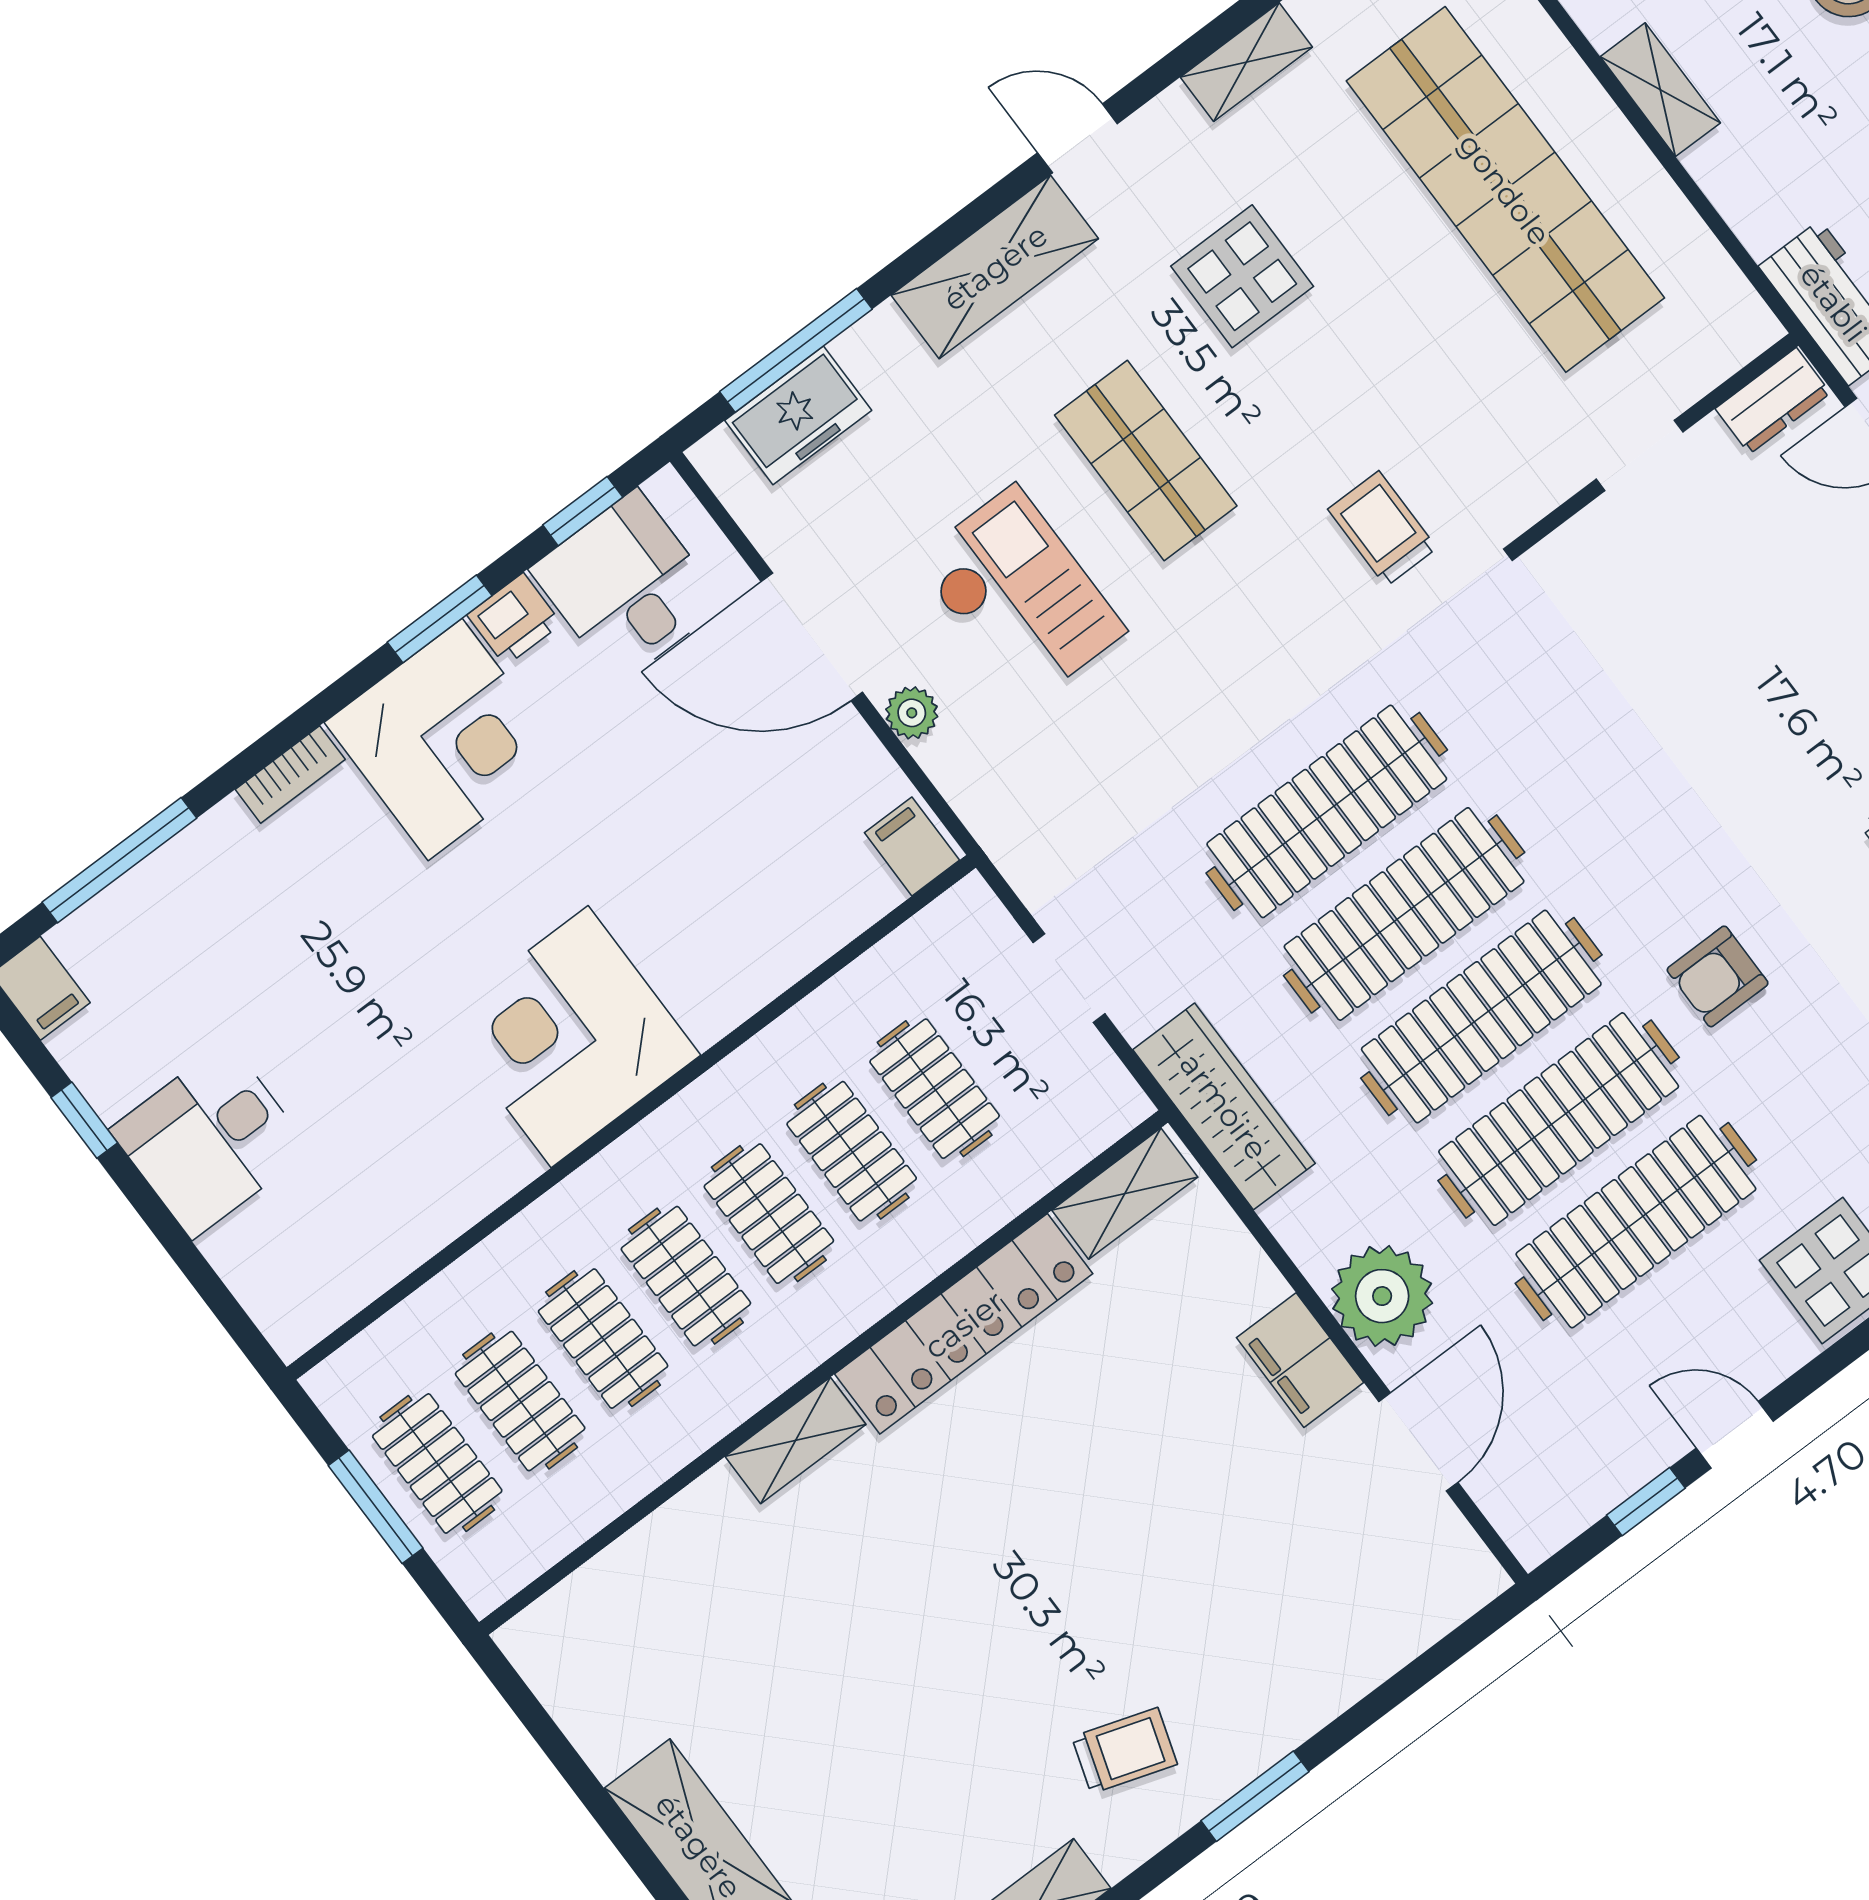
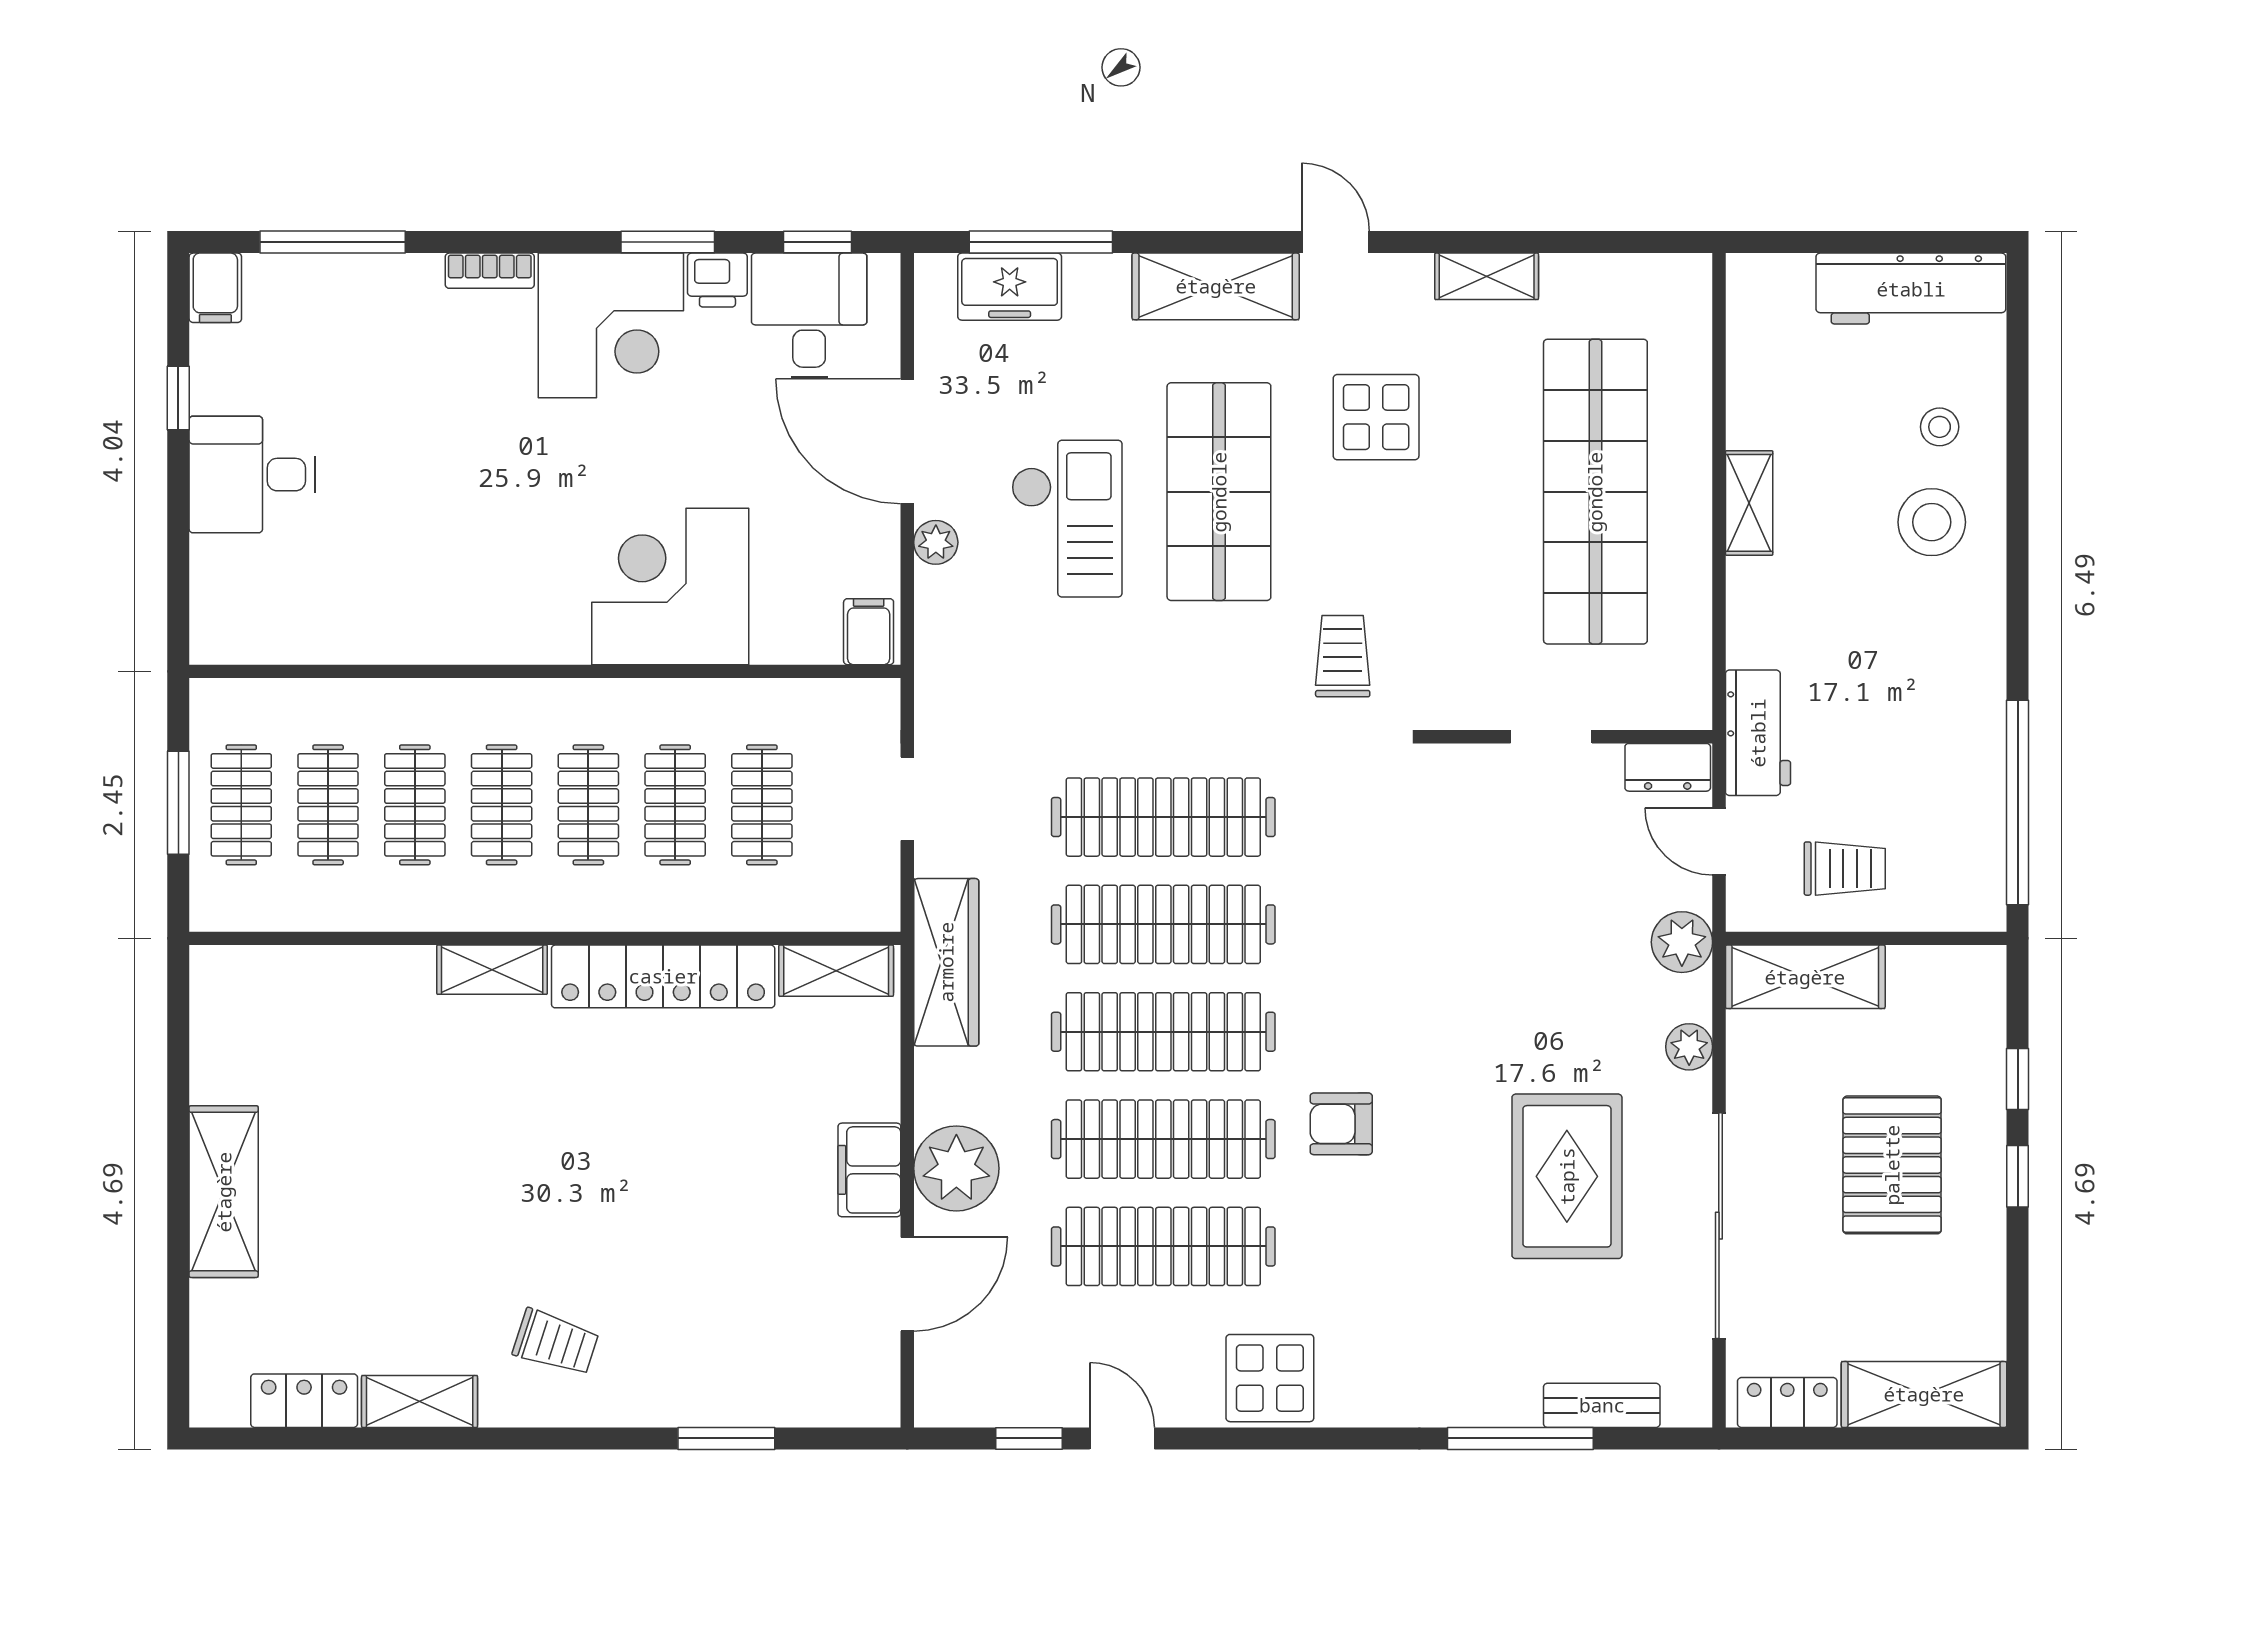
shop shelf: (1146, 460) -> (1219, 492), width x1.43, depth x1.36
corner desk: (570, 1037) -> (670, 586), moved
window: (1255, 1796) -> (726, 1438), moved

